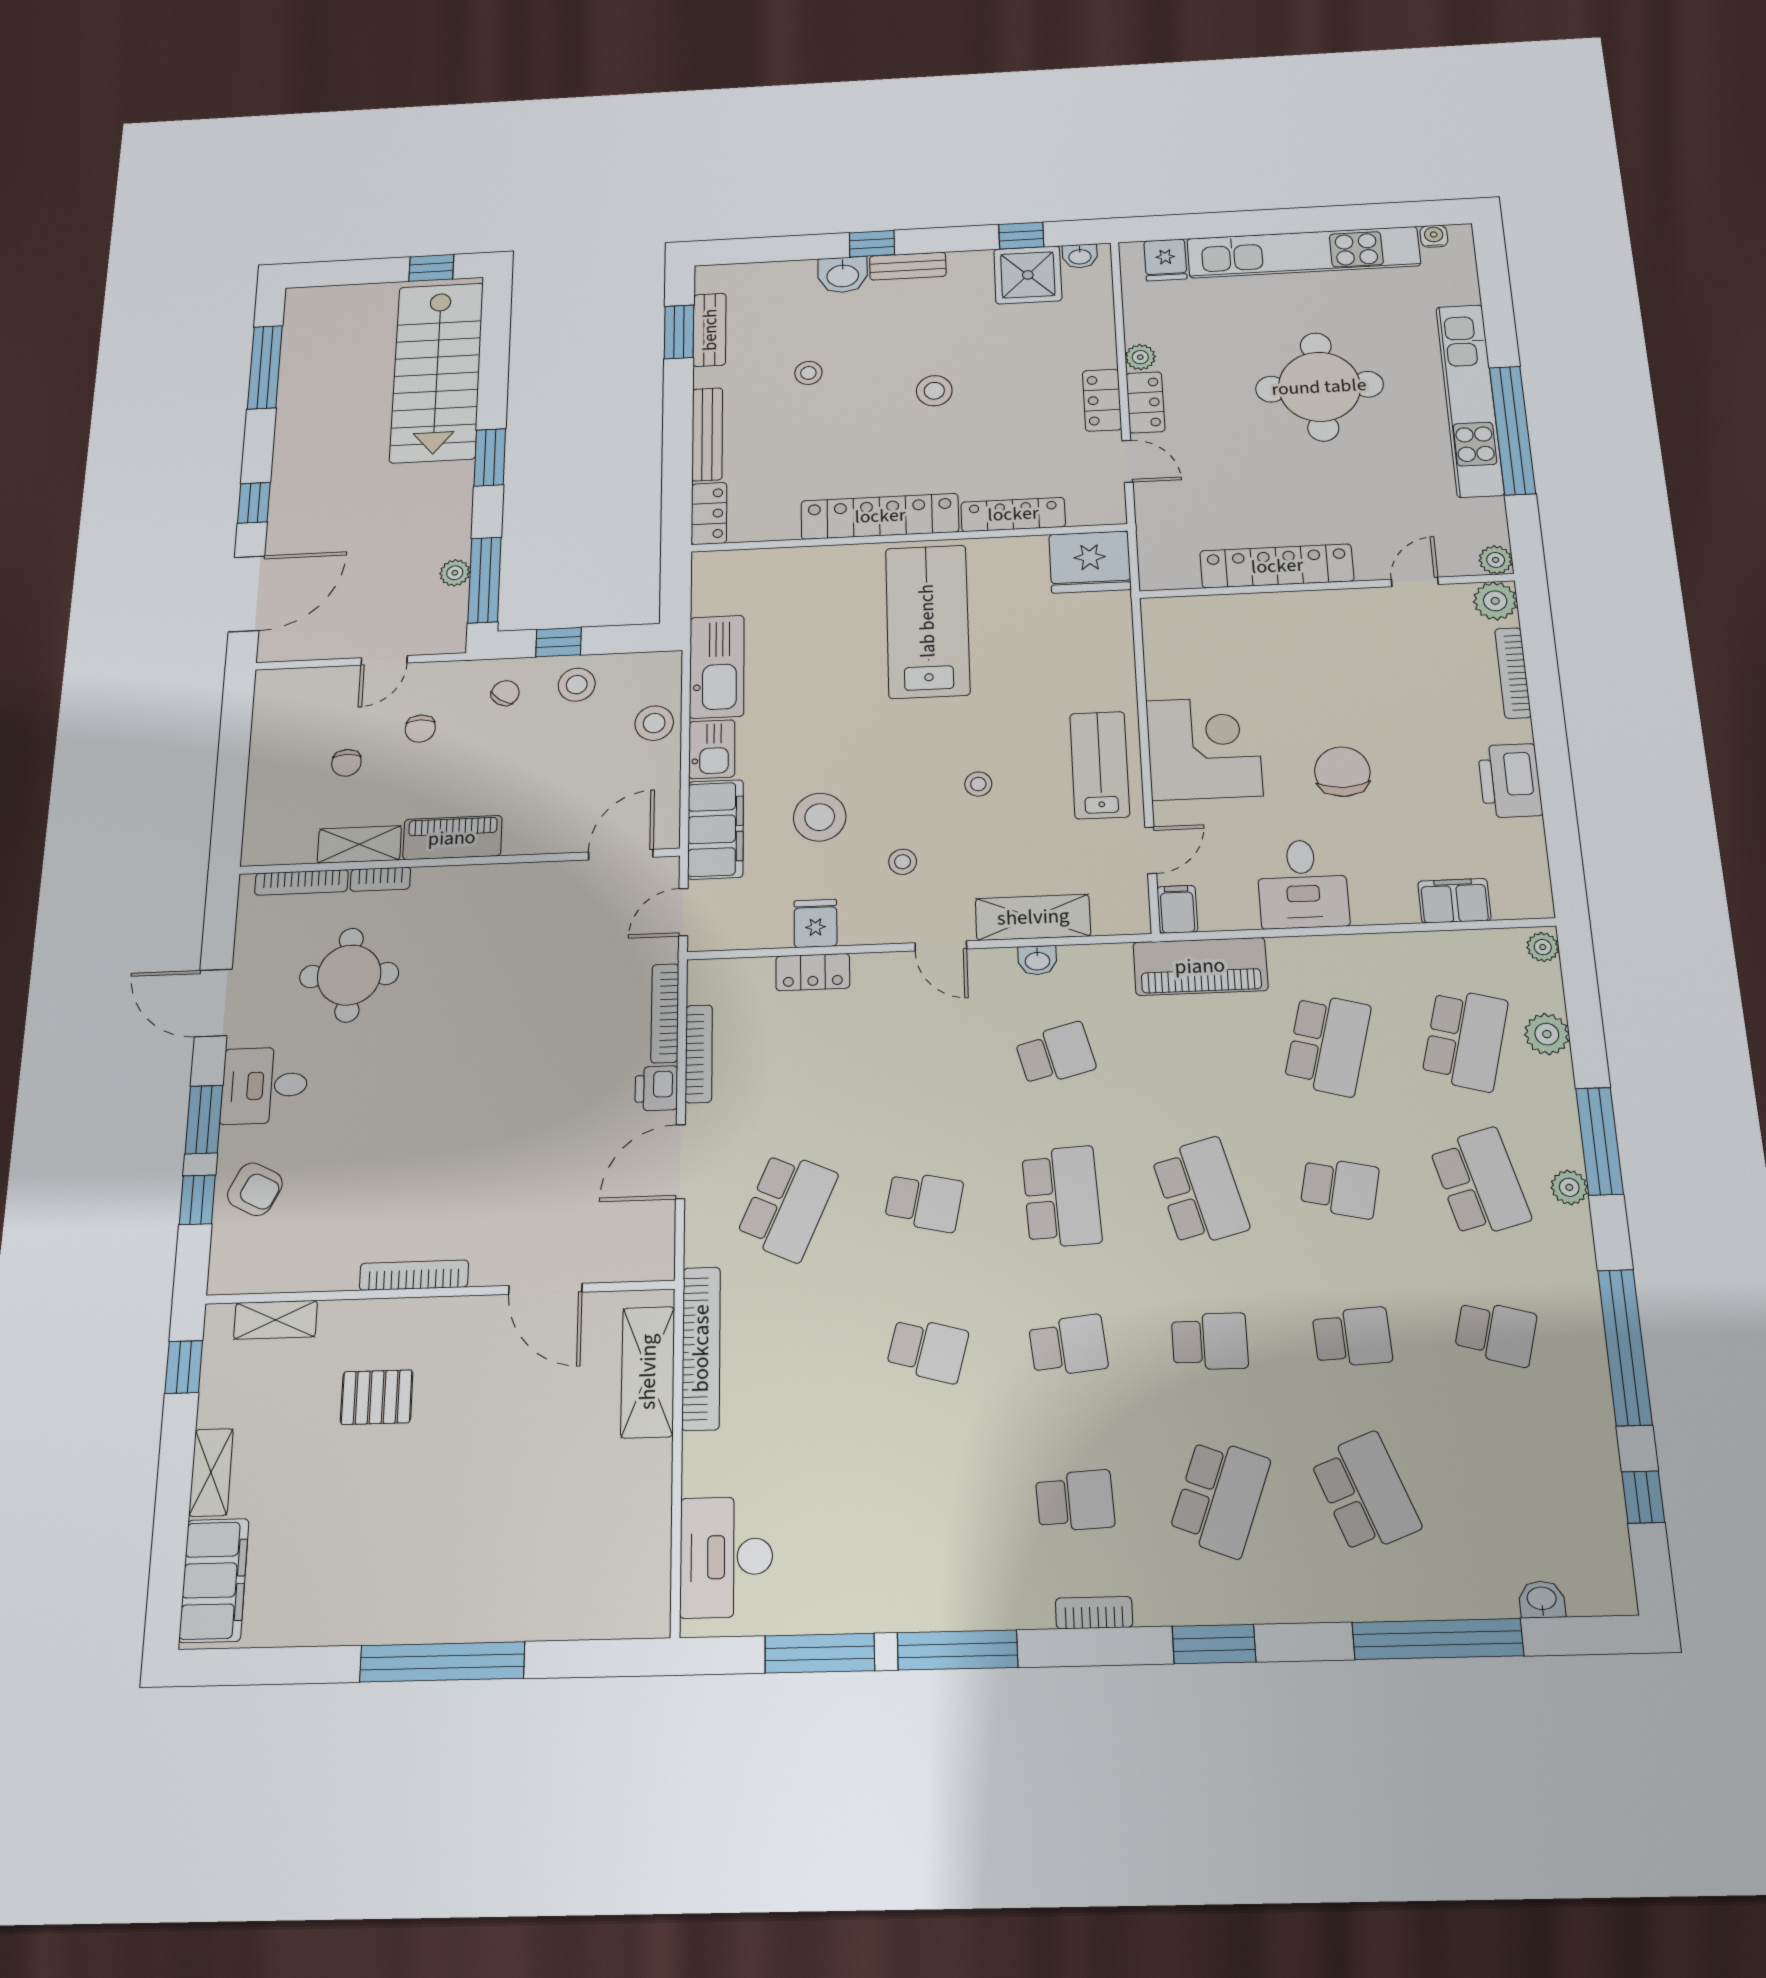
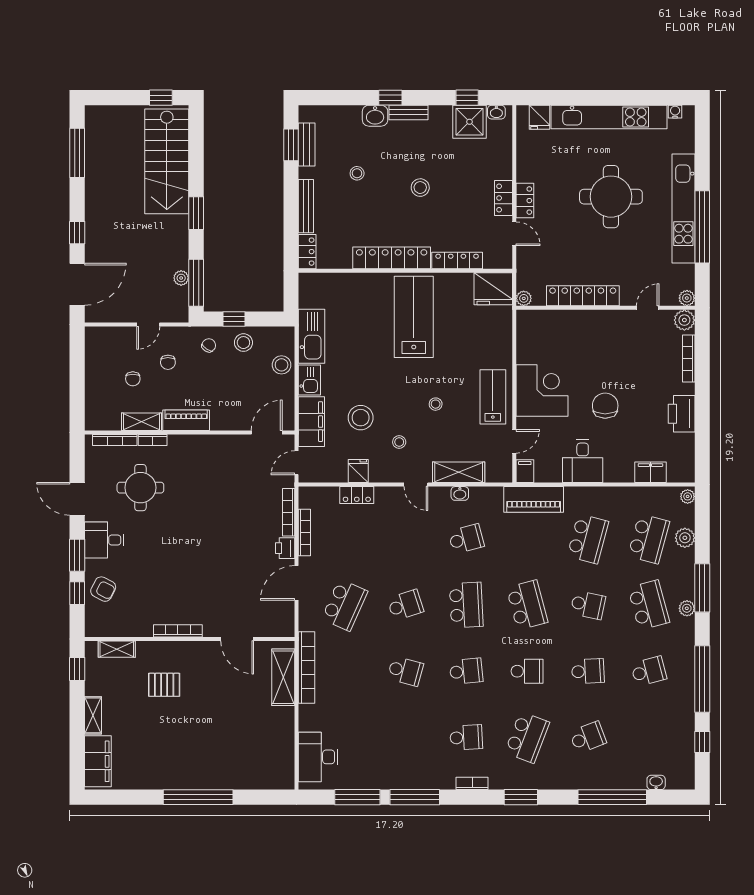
plant: (1140, 357) -> (524, 298), moved
school desk: (924, 1201) -> (405, 605), turned -30
school desk: (1496, 1333) -> (649, 671), turned -30
school desk: (1365, 1493) -> (588, 737), width x0.54

